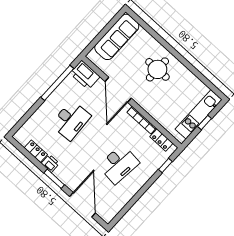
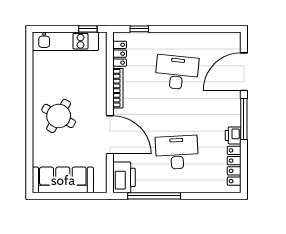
round table: (157, 69) -> (59, 116), turned 30
door: (118, 90) -> (110, 135), hinge flipped
window: (205, 123) -> (88, 29), moved
locker: (36, 151) -> (234, 166), width x1.53
window: (54, 179) -> (244, 119), width x1.44

